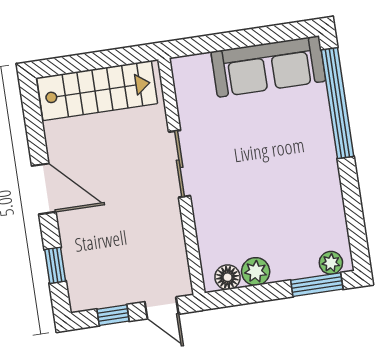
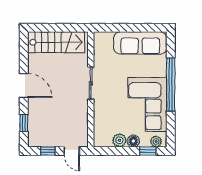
window: (337, 103) -> (171, 85), moved
corner sofa: (302, 190) -> (147, 104), added
floor lamp: (228, 277) -> (133, 141), moved
window: (317, 285) -> (148, 151), width x0.67

